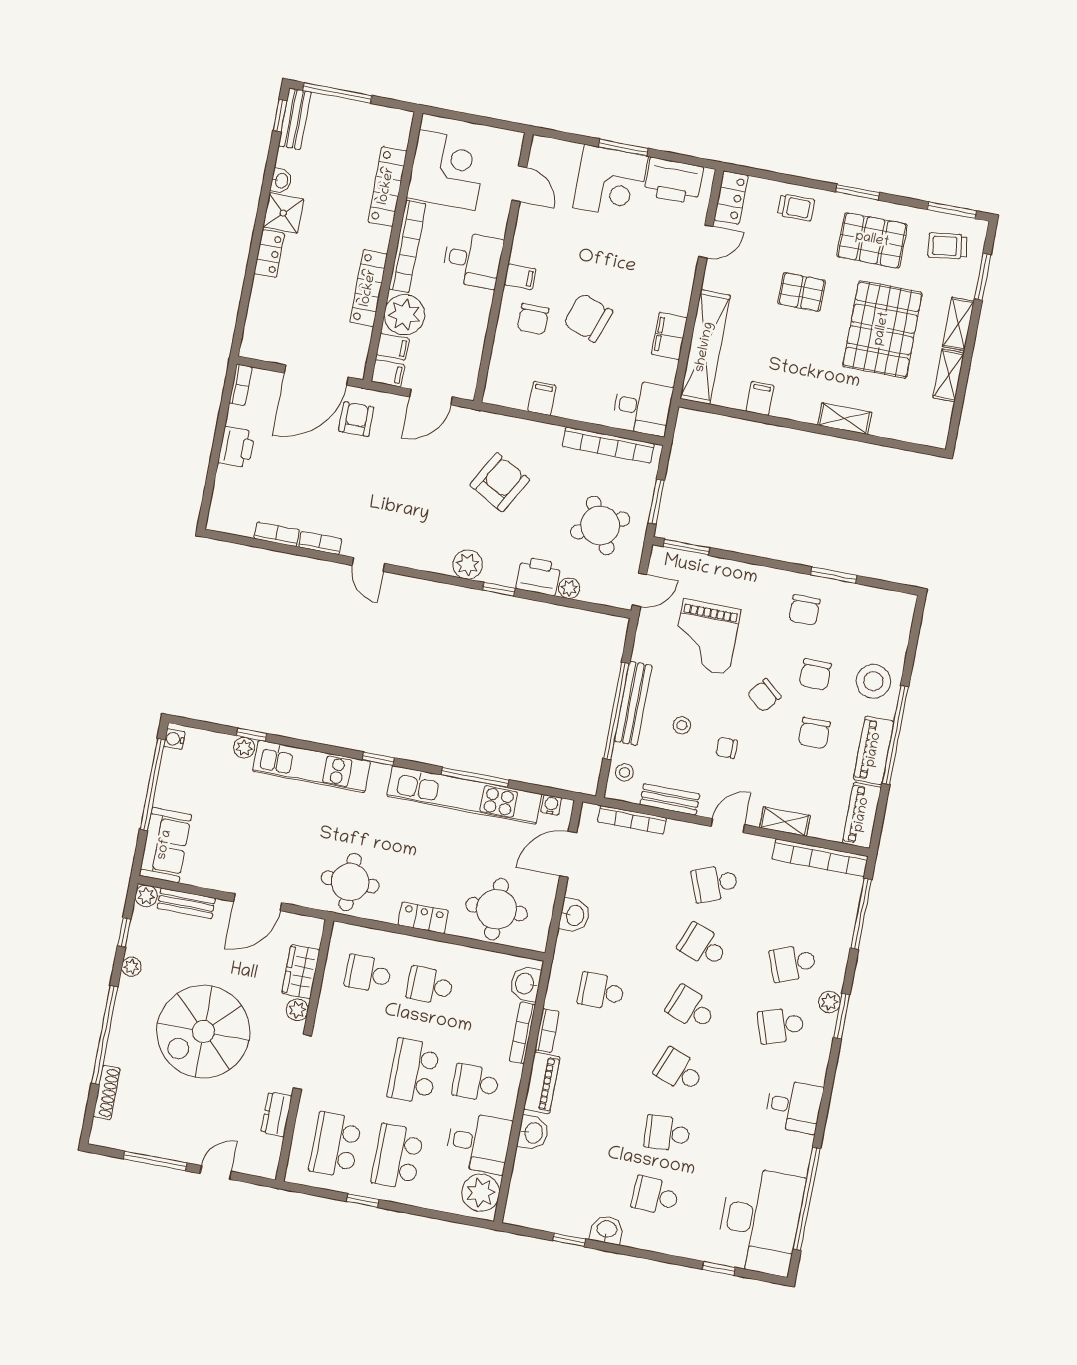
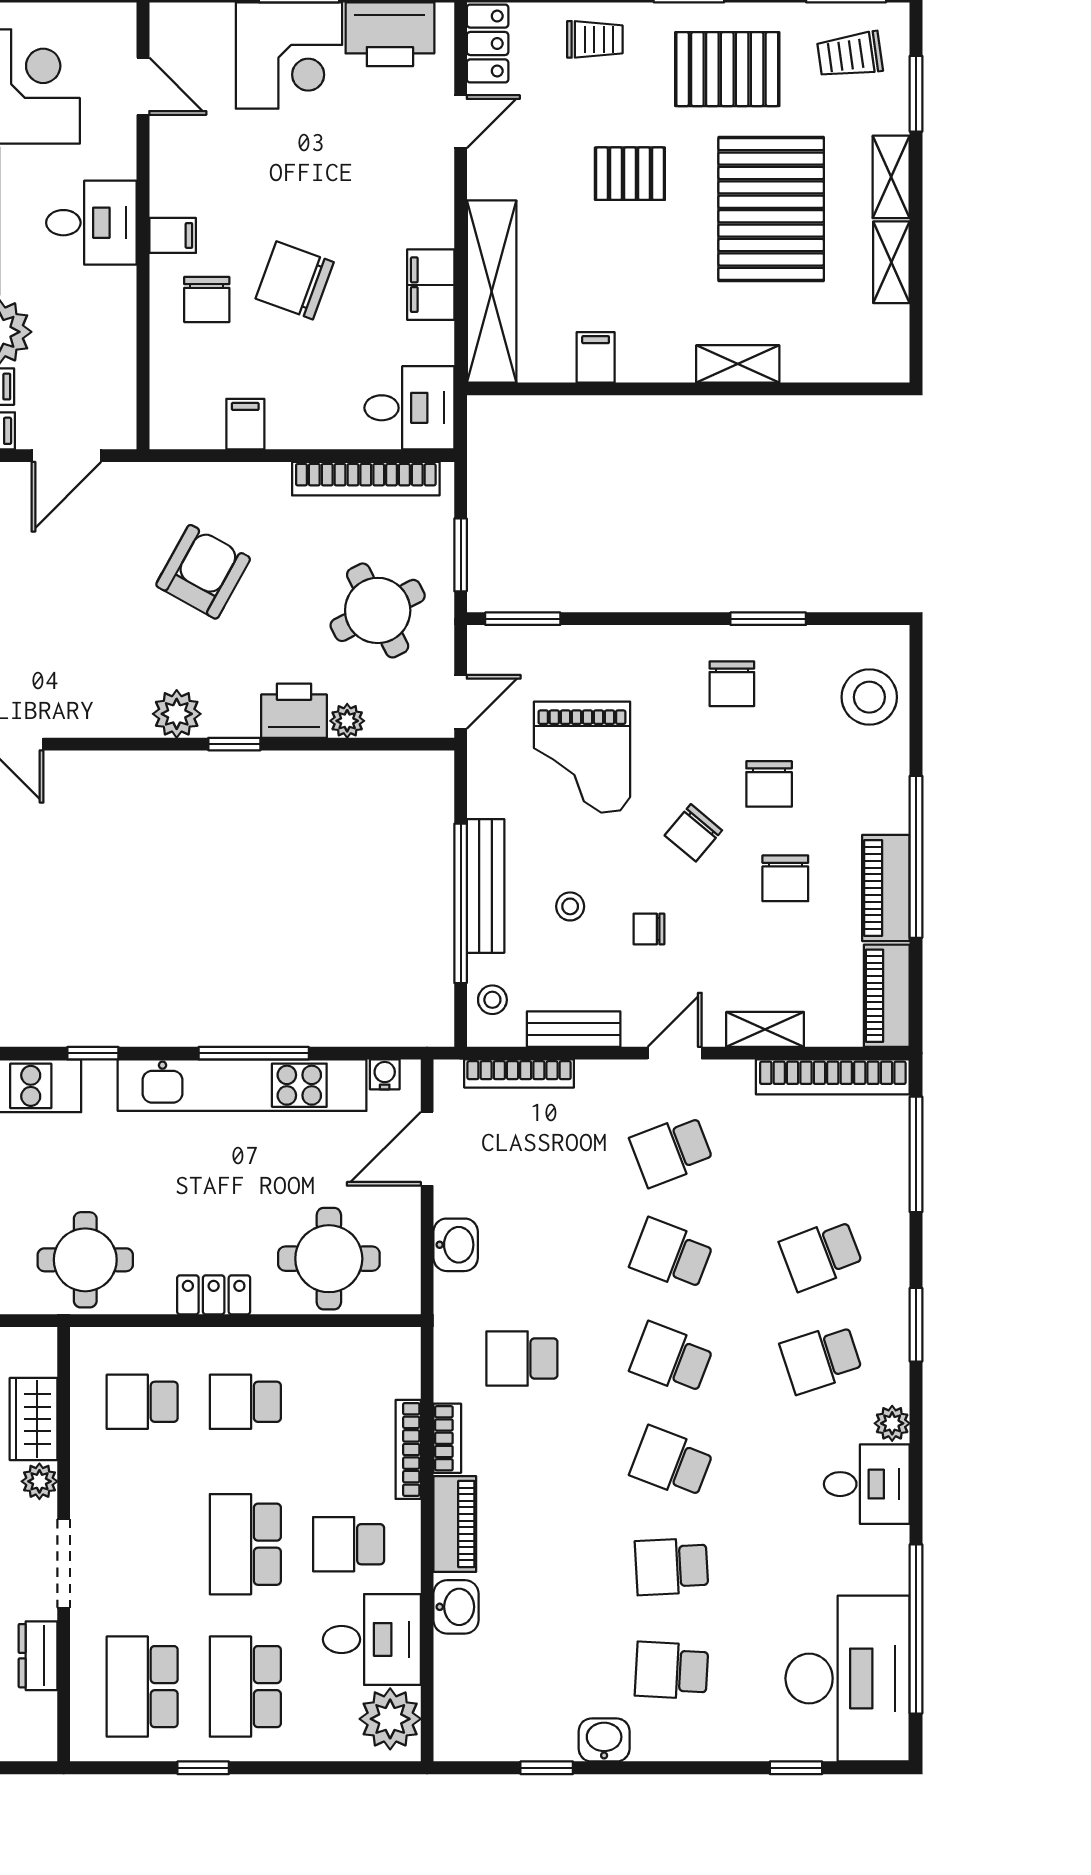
stool: (873, 681) -> (869, 697), moved
washbasin: (525, 984) -> (398, 1370), removed
plant: (829, 1002) -> (892, 1423), moved

